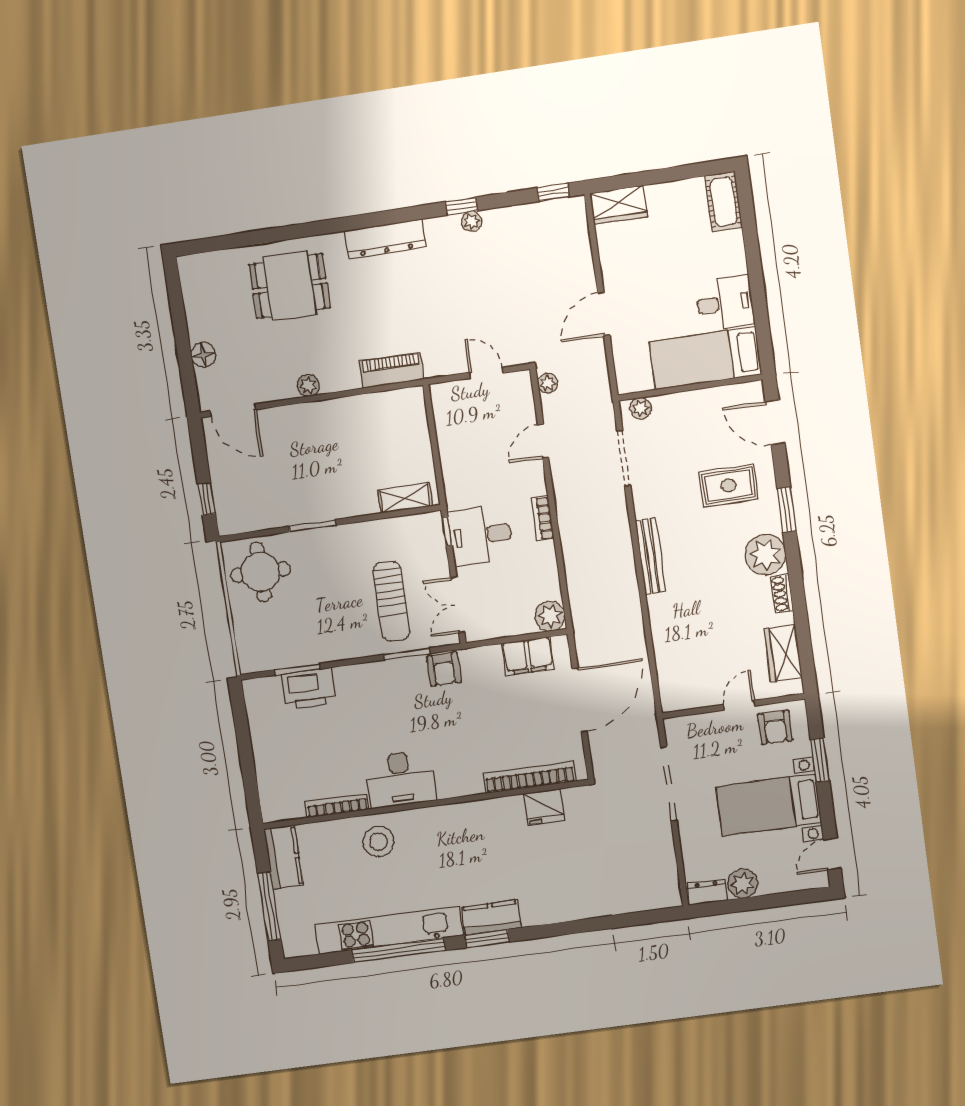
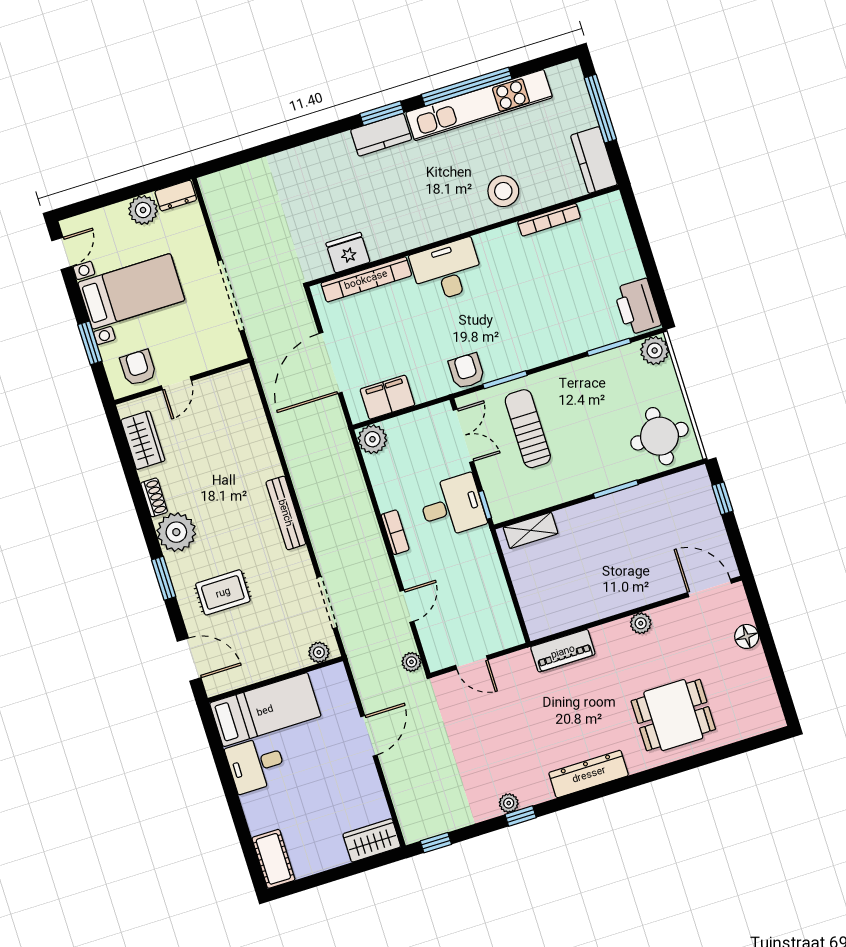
plant: (252, 659) -> (655, 351), added
printer: (309, 689) -> (637, 307), moved, turned -90
desk: (400, 779) -> (447, 271), moved

